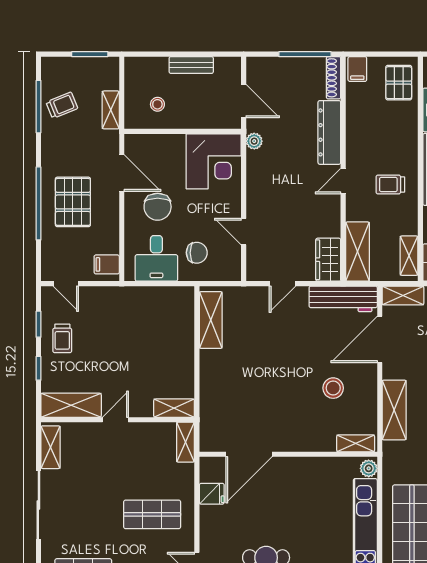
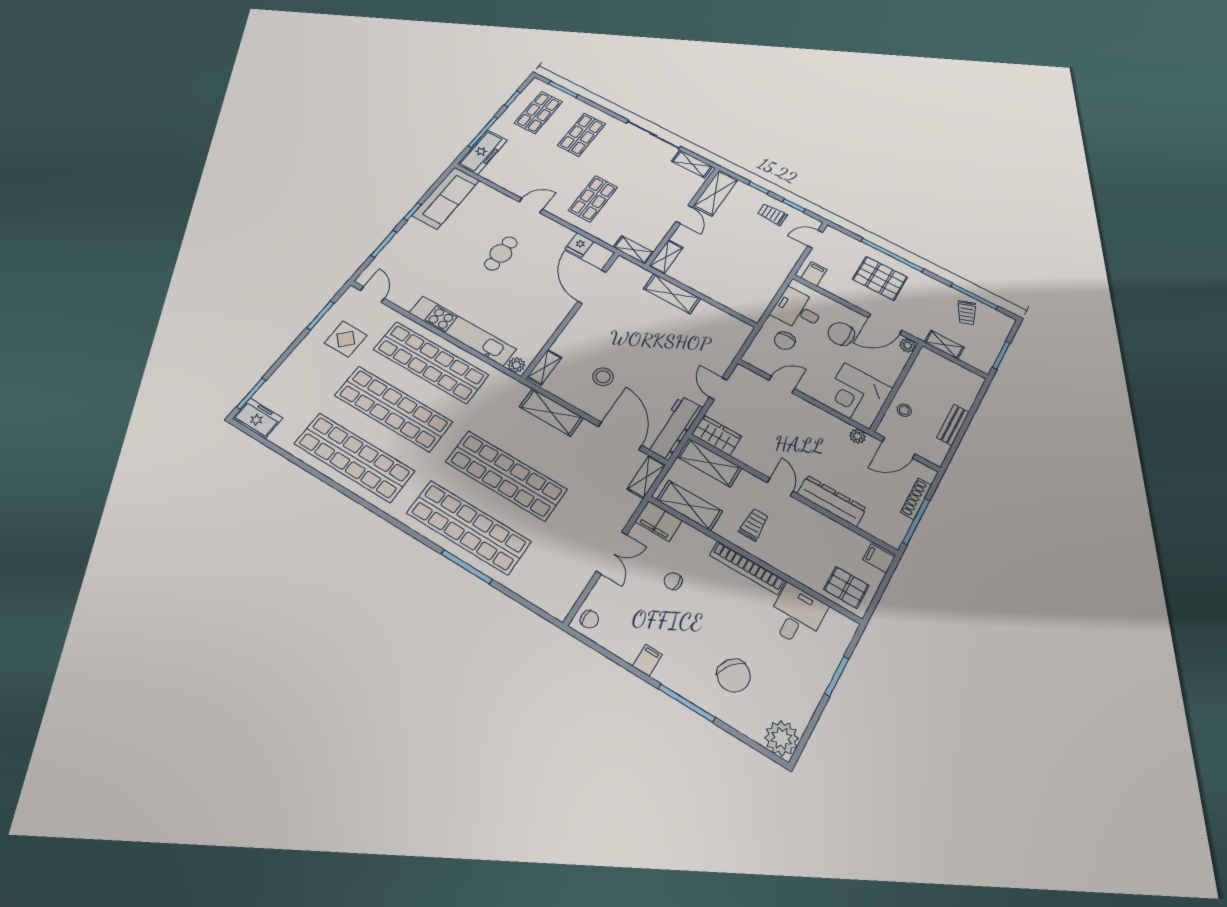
shoe rack: (334, 78) -> (916, 499), moved, turned -90
stool: (157, 104) -> (904, 410), moved
plant: (132, 142) -> (908, 345), added
shelving: (409, 256) -> (689, 505), width x1.50, depth x1.33
shelving: (211, 320) -> (672, 294), moved

